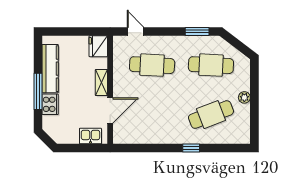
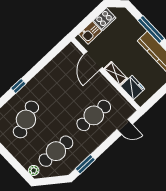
fridge: (98, 46) -> (133, 88), moved
plant: (244, 97) -> (34, 170), moved
cooker: (50, 104) -> (105, 19), moved, turned -90

